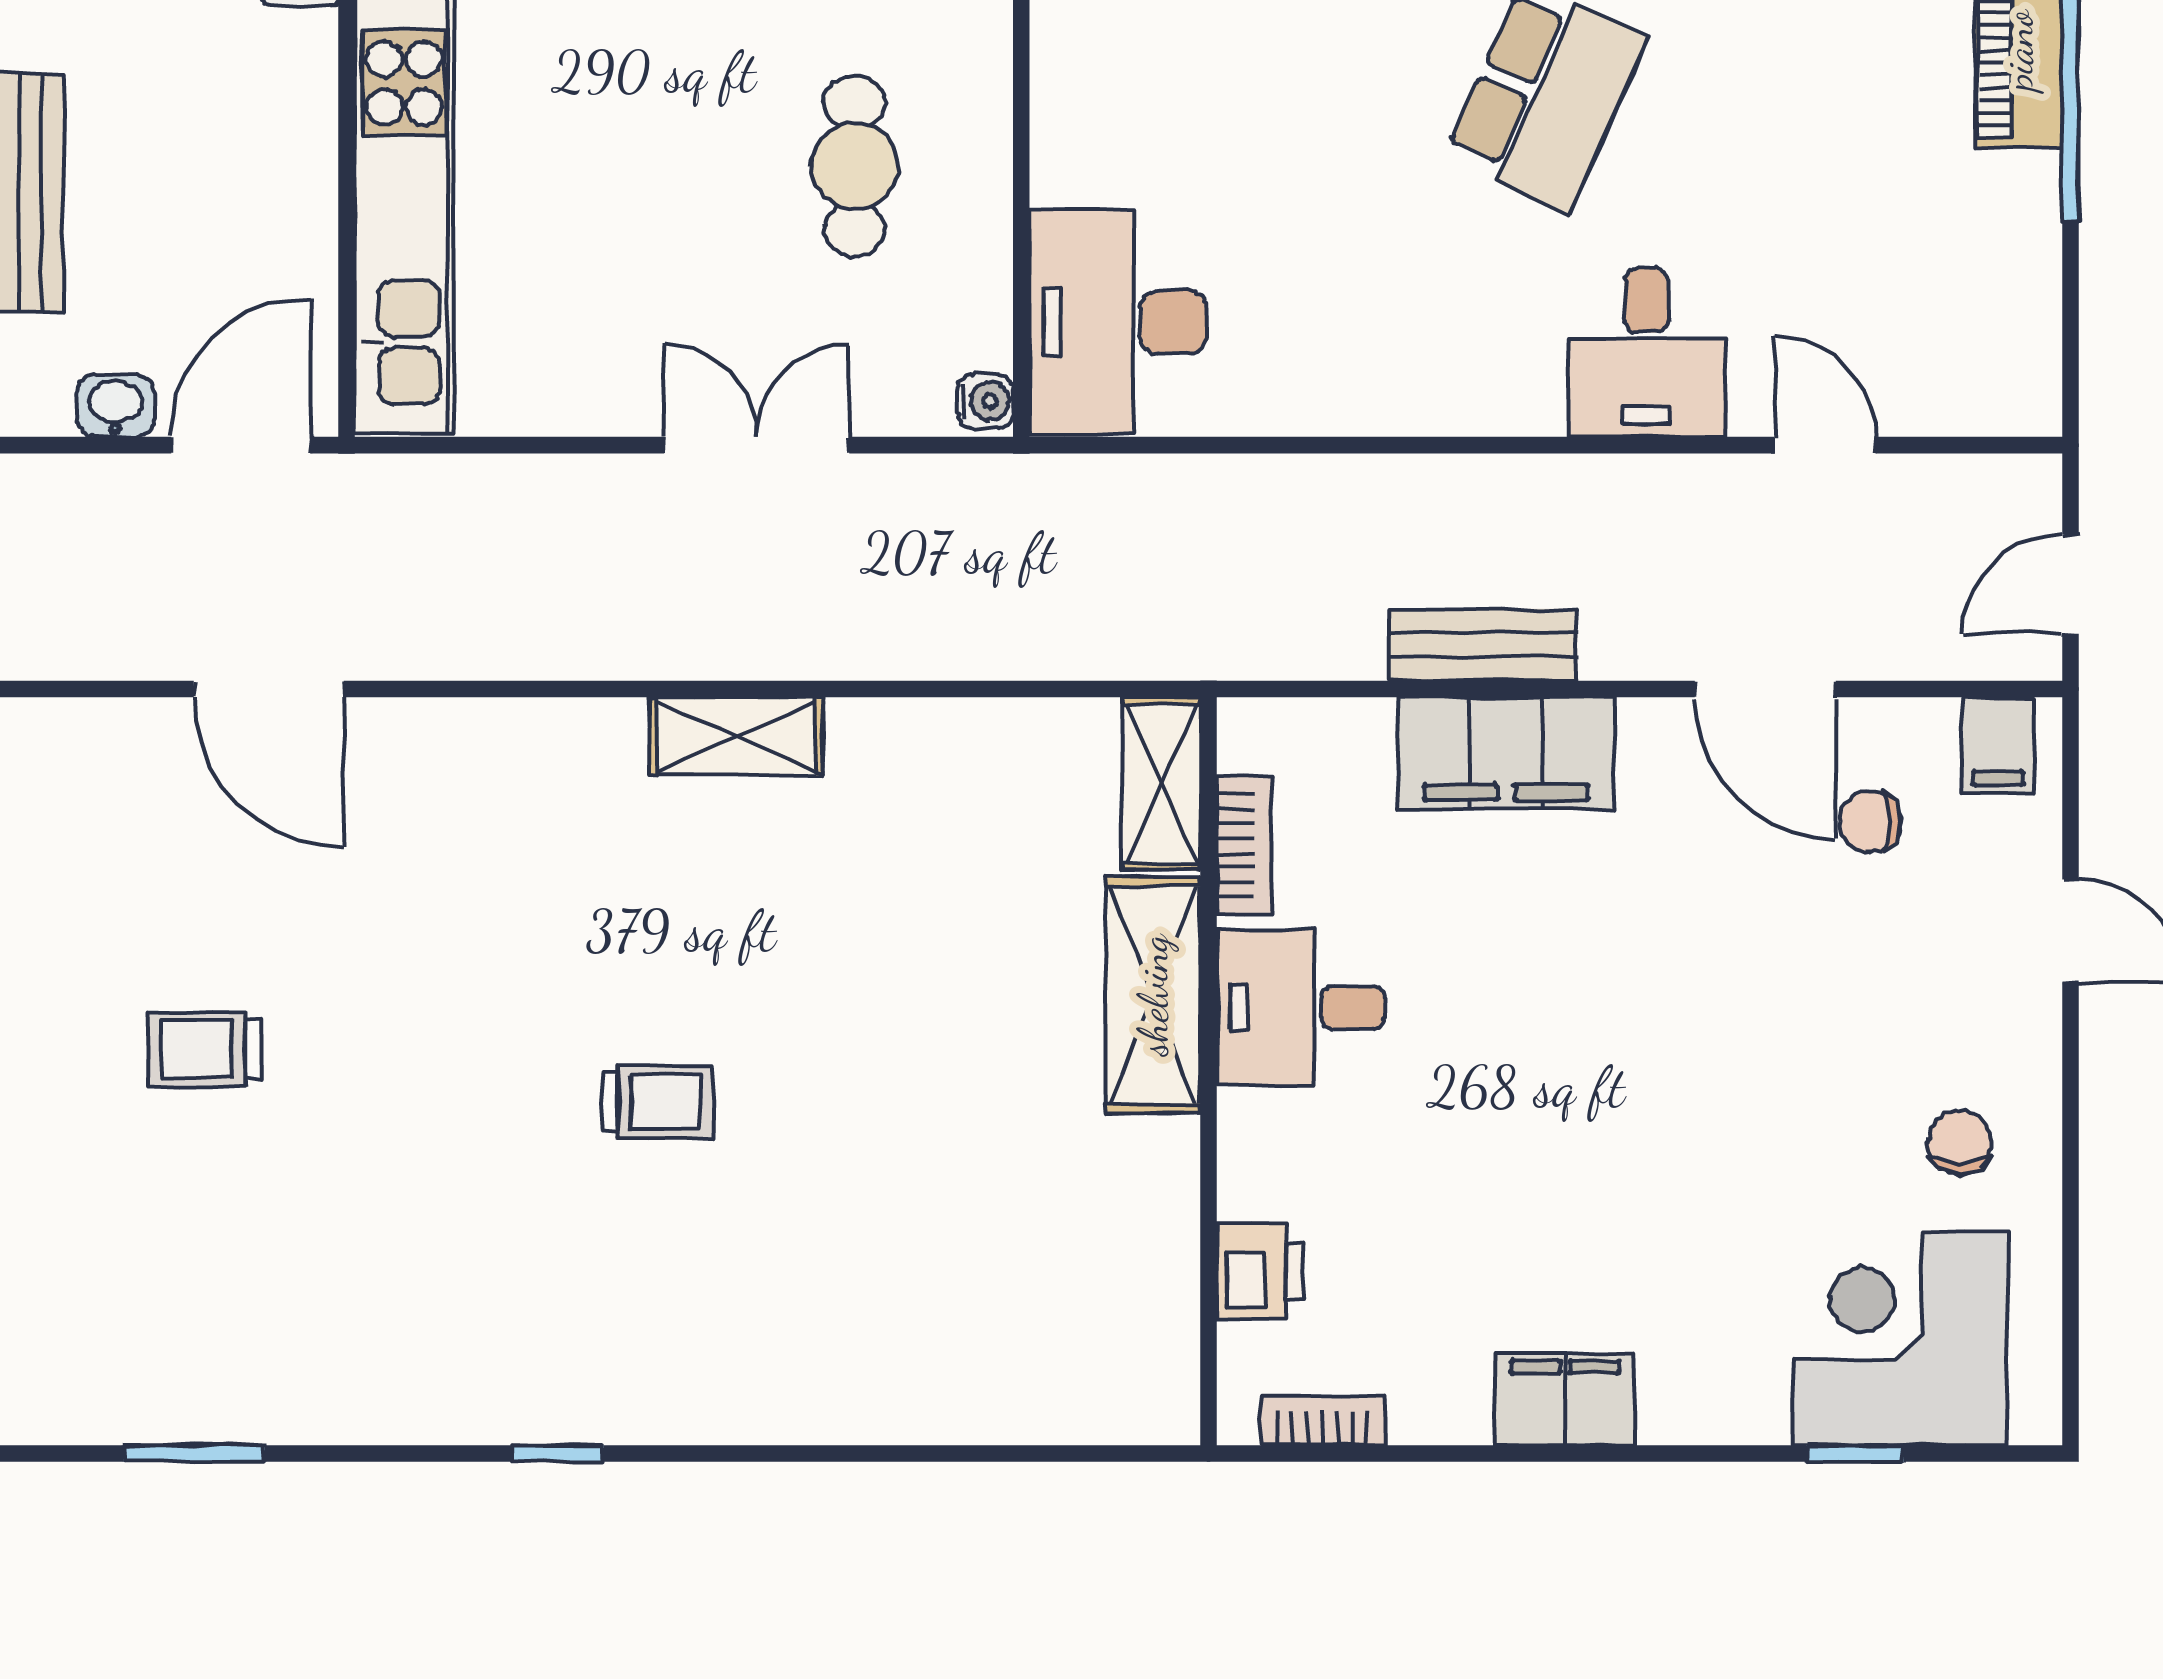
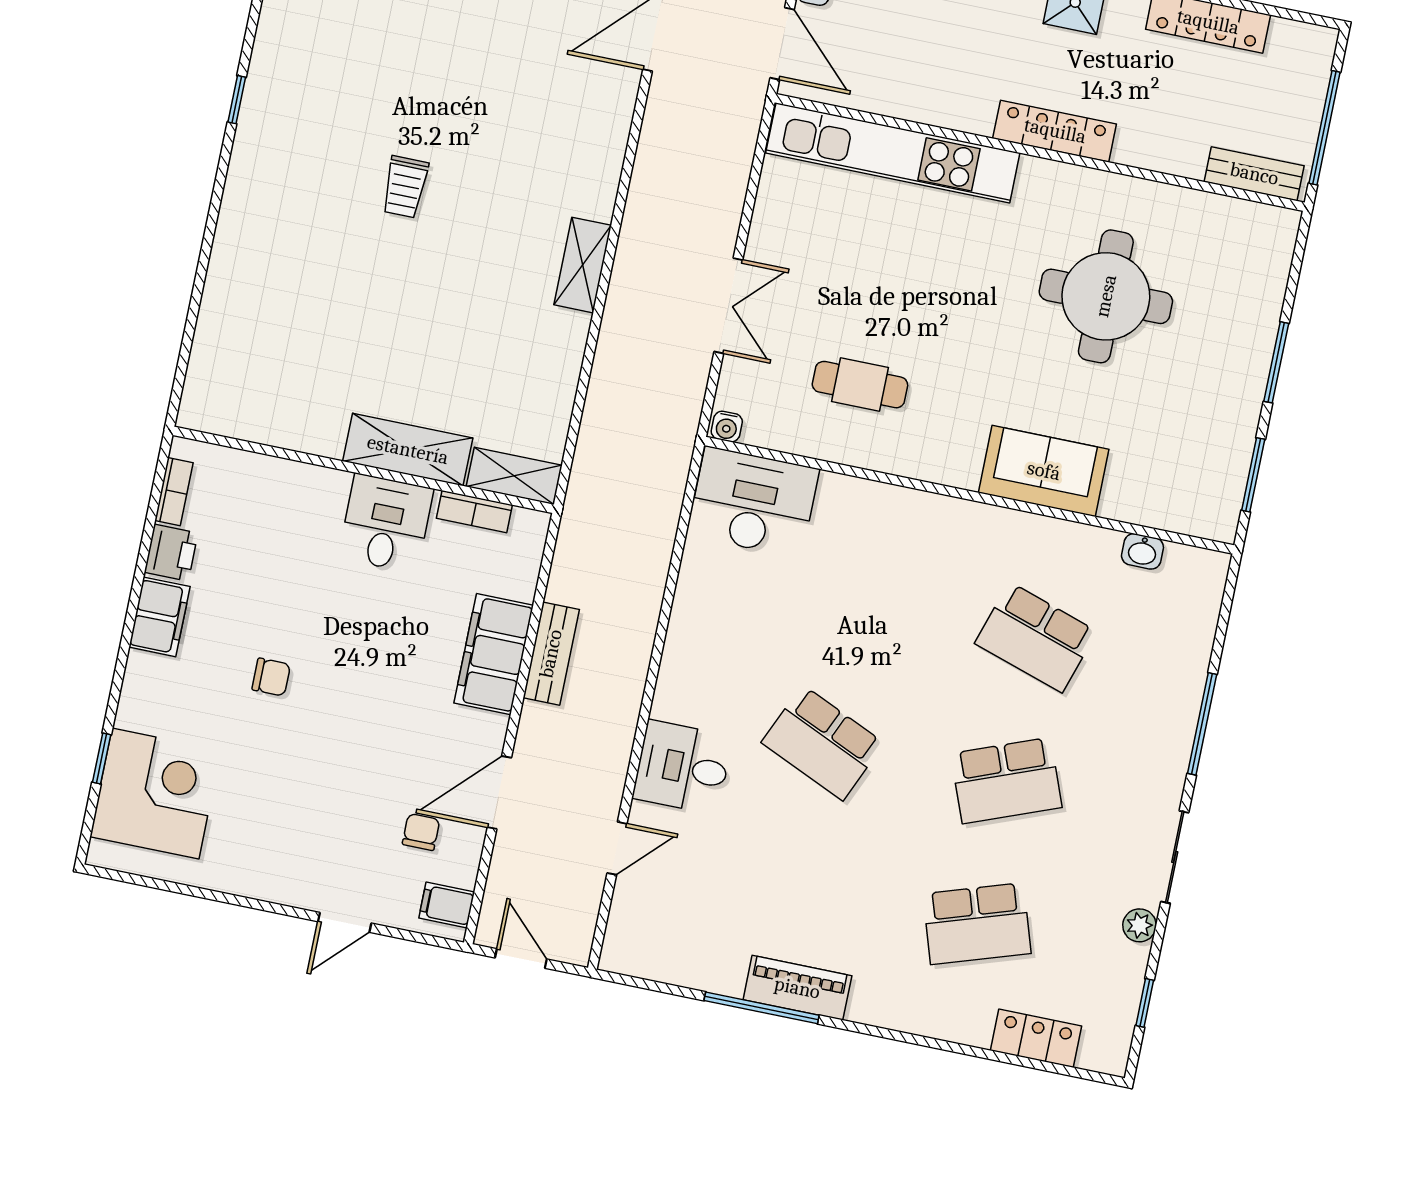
chair: (1960, 1142) -> (271, 677), moved
printer: (1260, 1271) -> (171, 553), moved, turned -90

